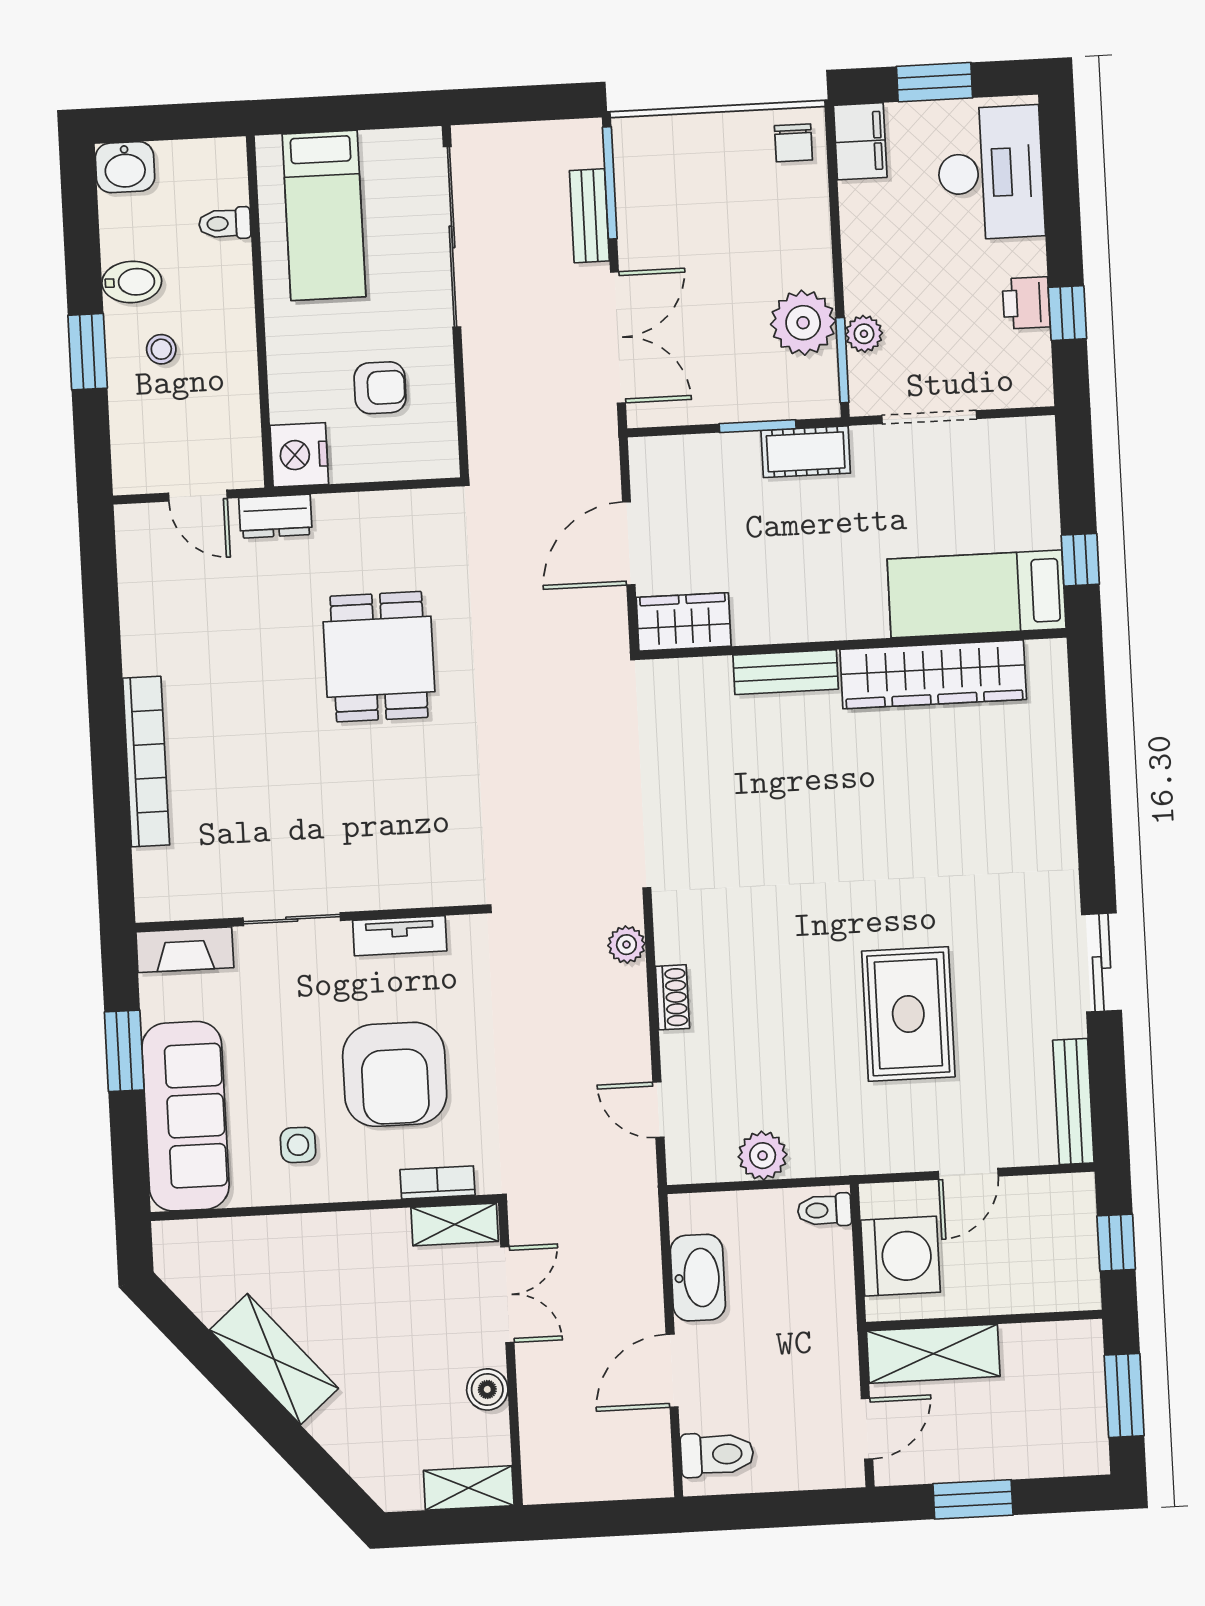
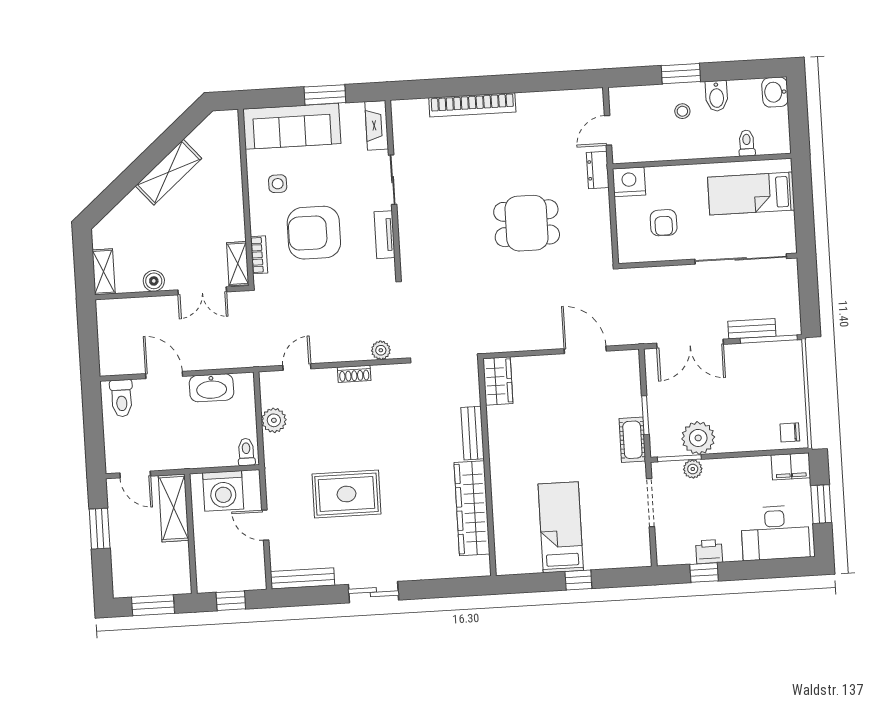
wardrobe: (684, 622) -> (498, 381), moved
wall: (853, 644) -> (487, 467), moved
bench: (786, 672) -> (473, 433), moved
wardrobe: (933, 674) -> (472, 508), moved

